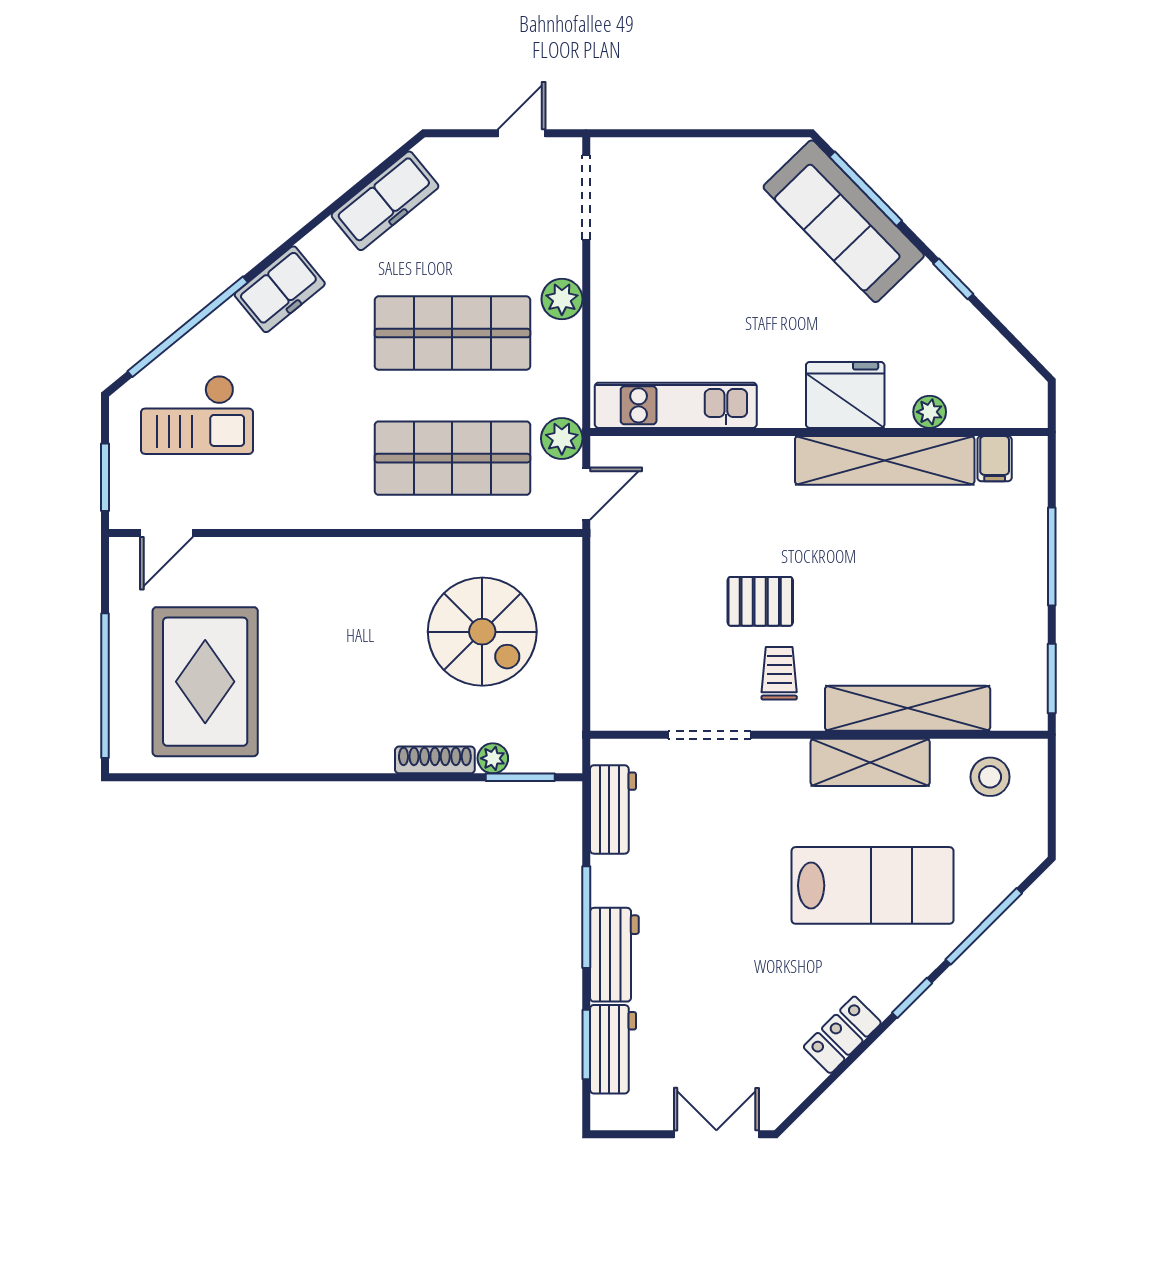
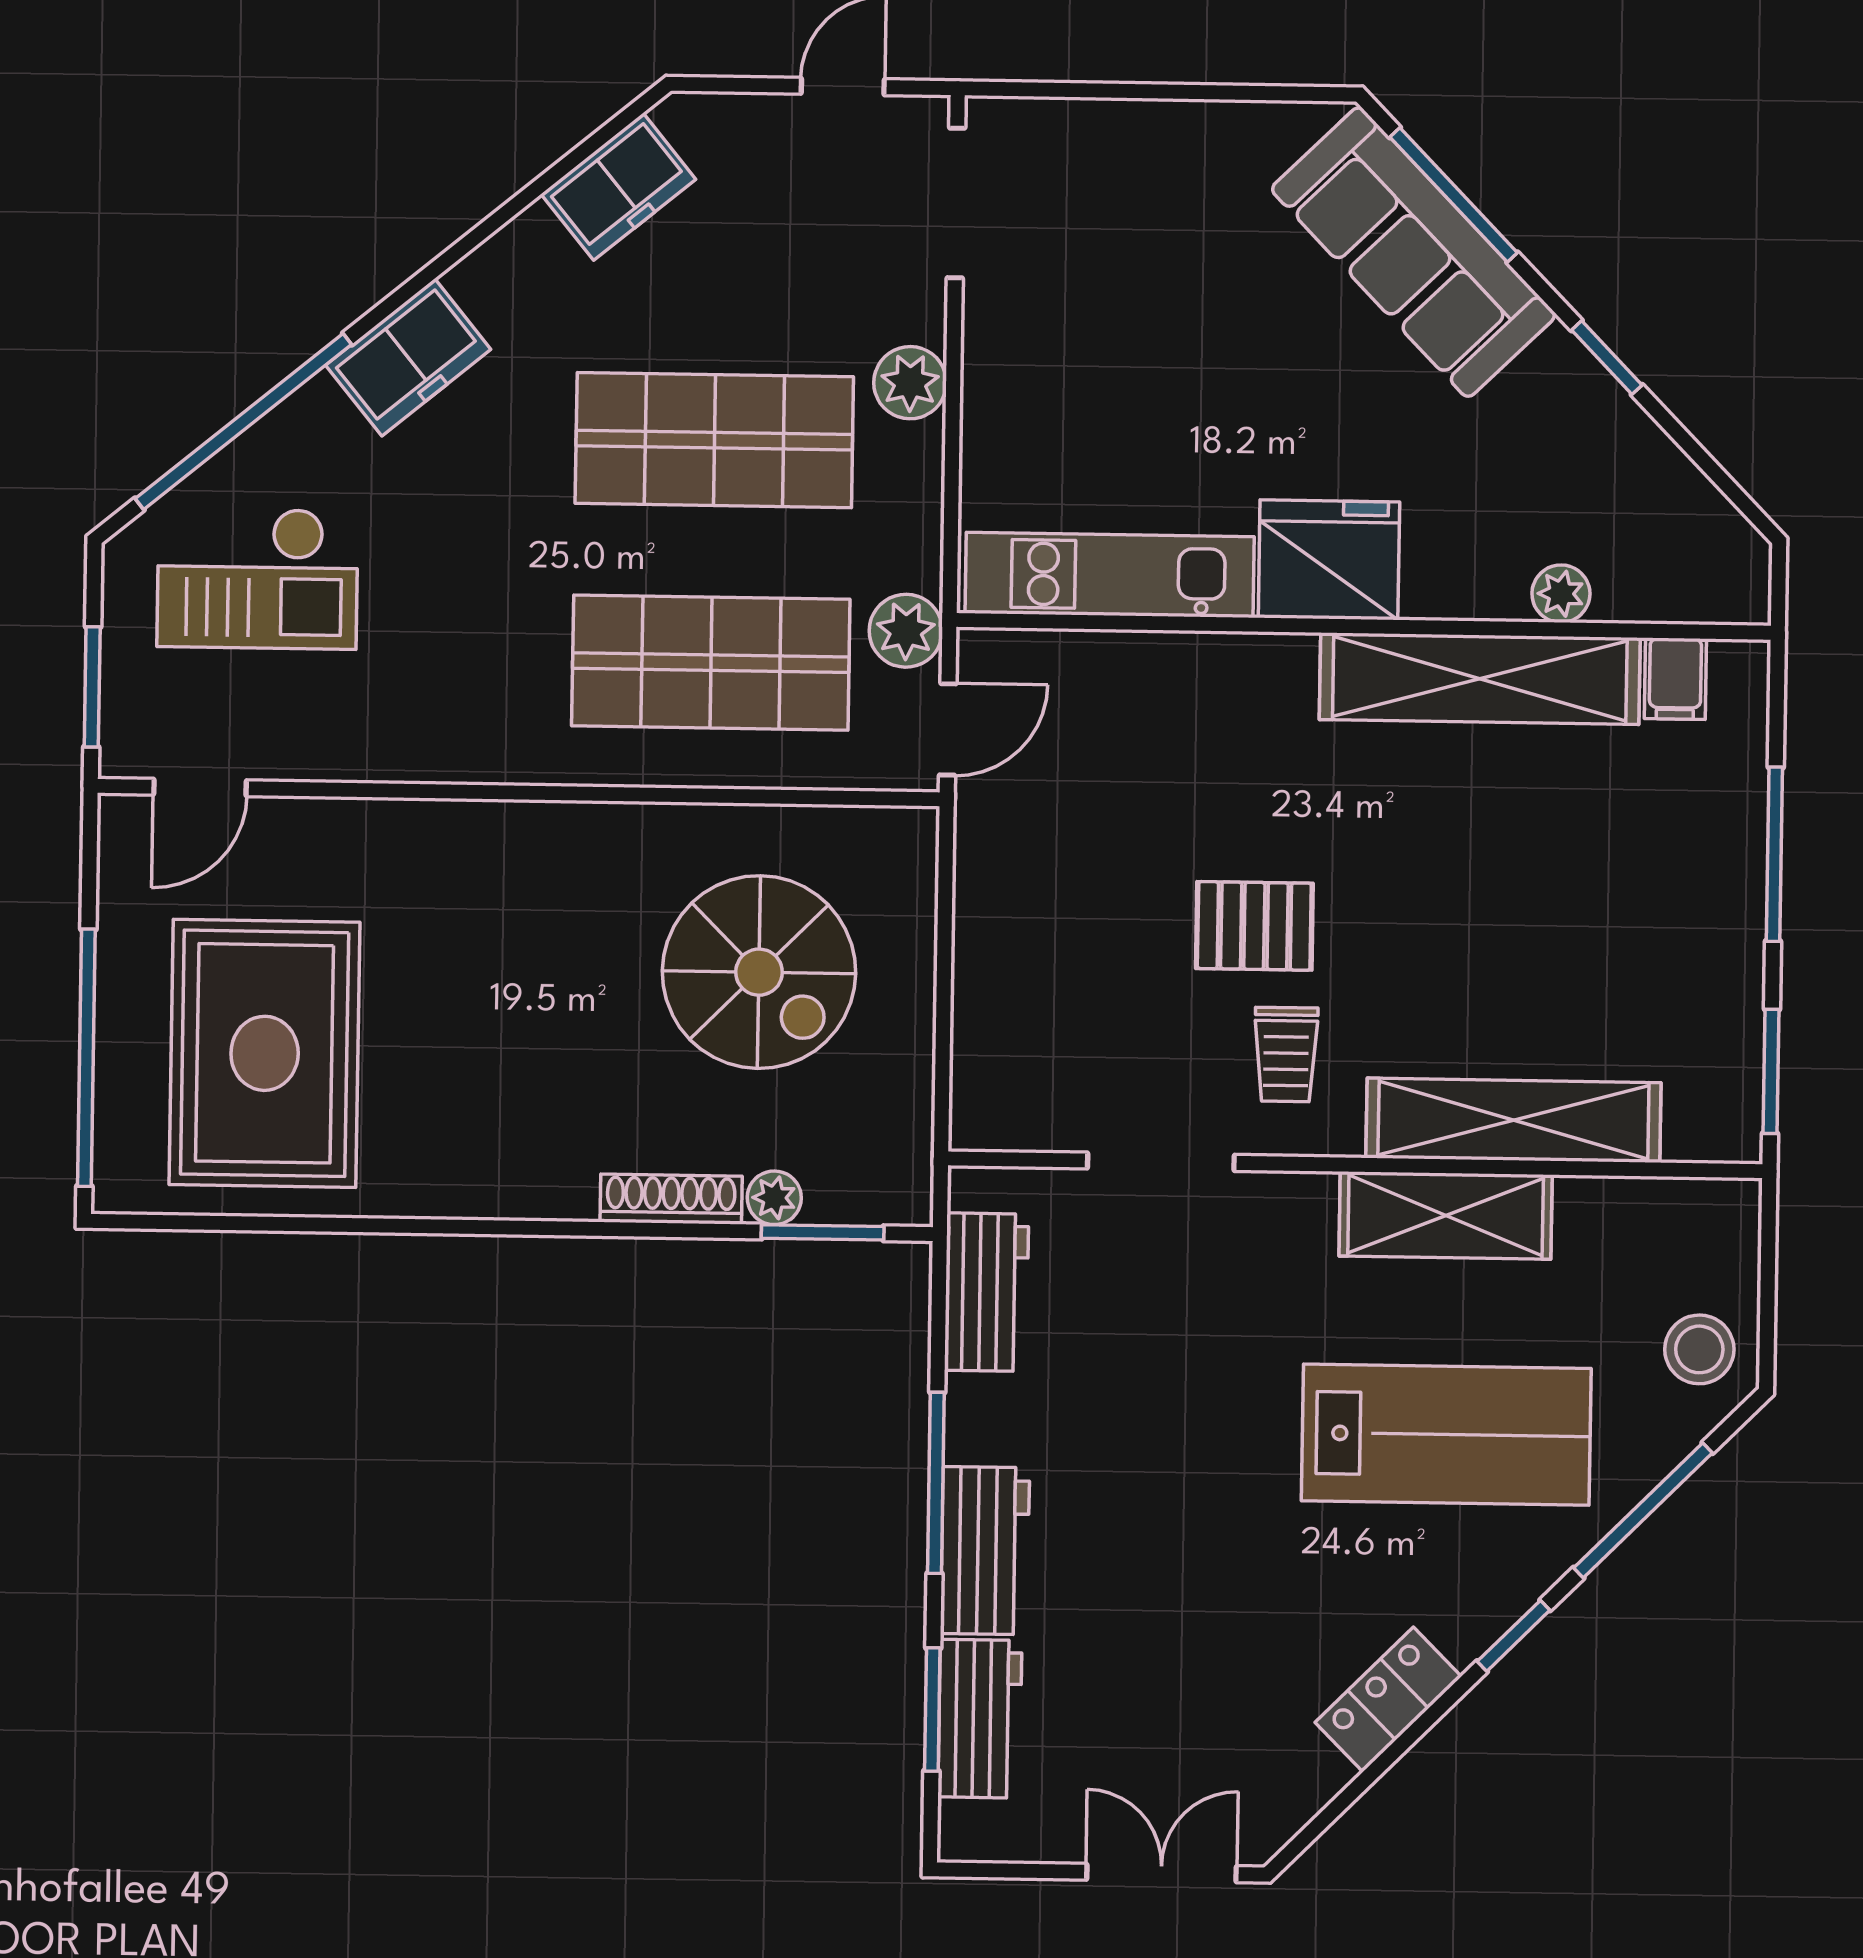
freezer: (385, 201) -> (618, 187), width x0.71
fridge: (845, 395) -> (1329, 560), moved
trolley: (779, 673) -> (1286, 1055), turned 180
stool: (990, 777) -> (1699, 1349), moved

